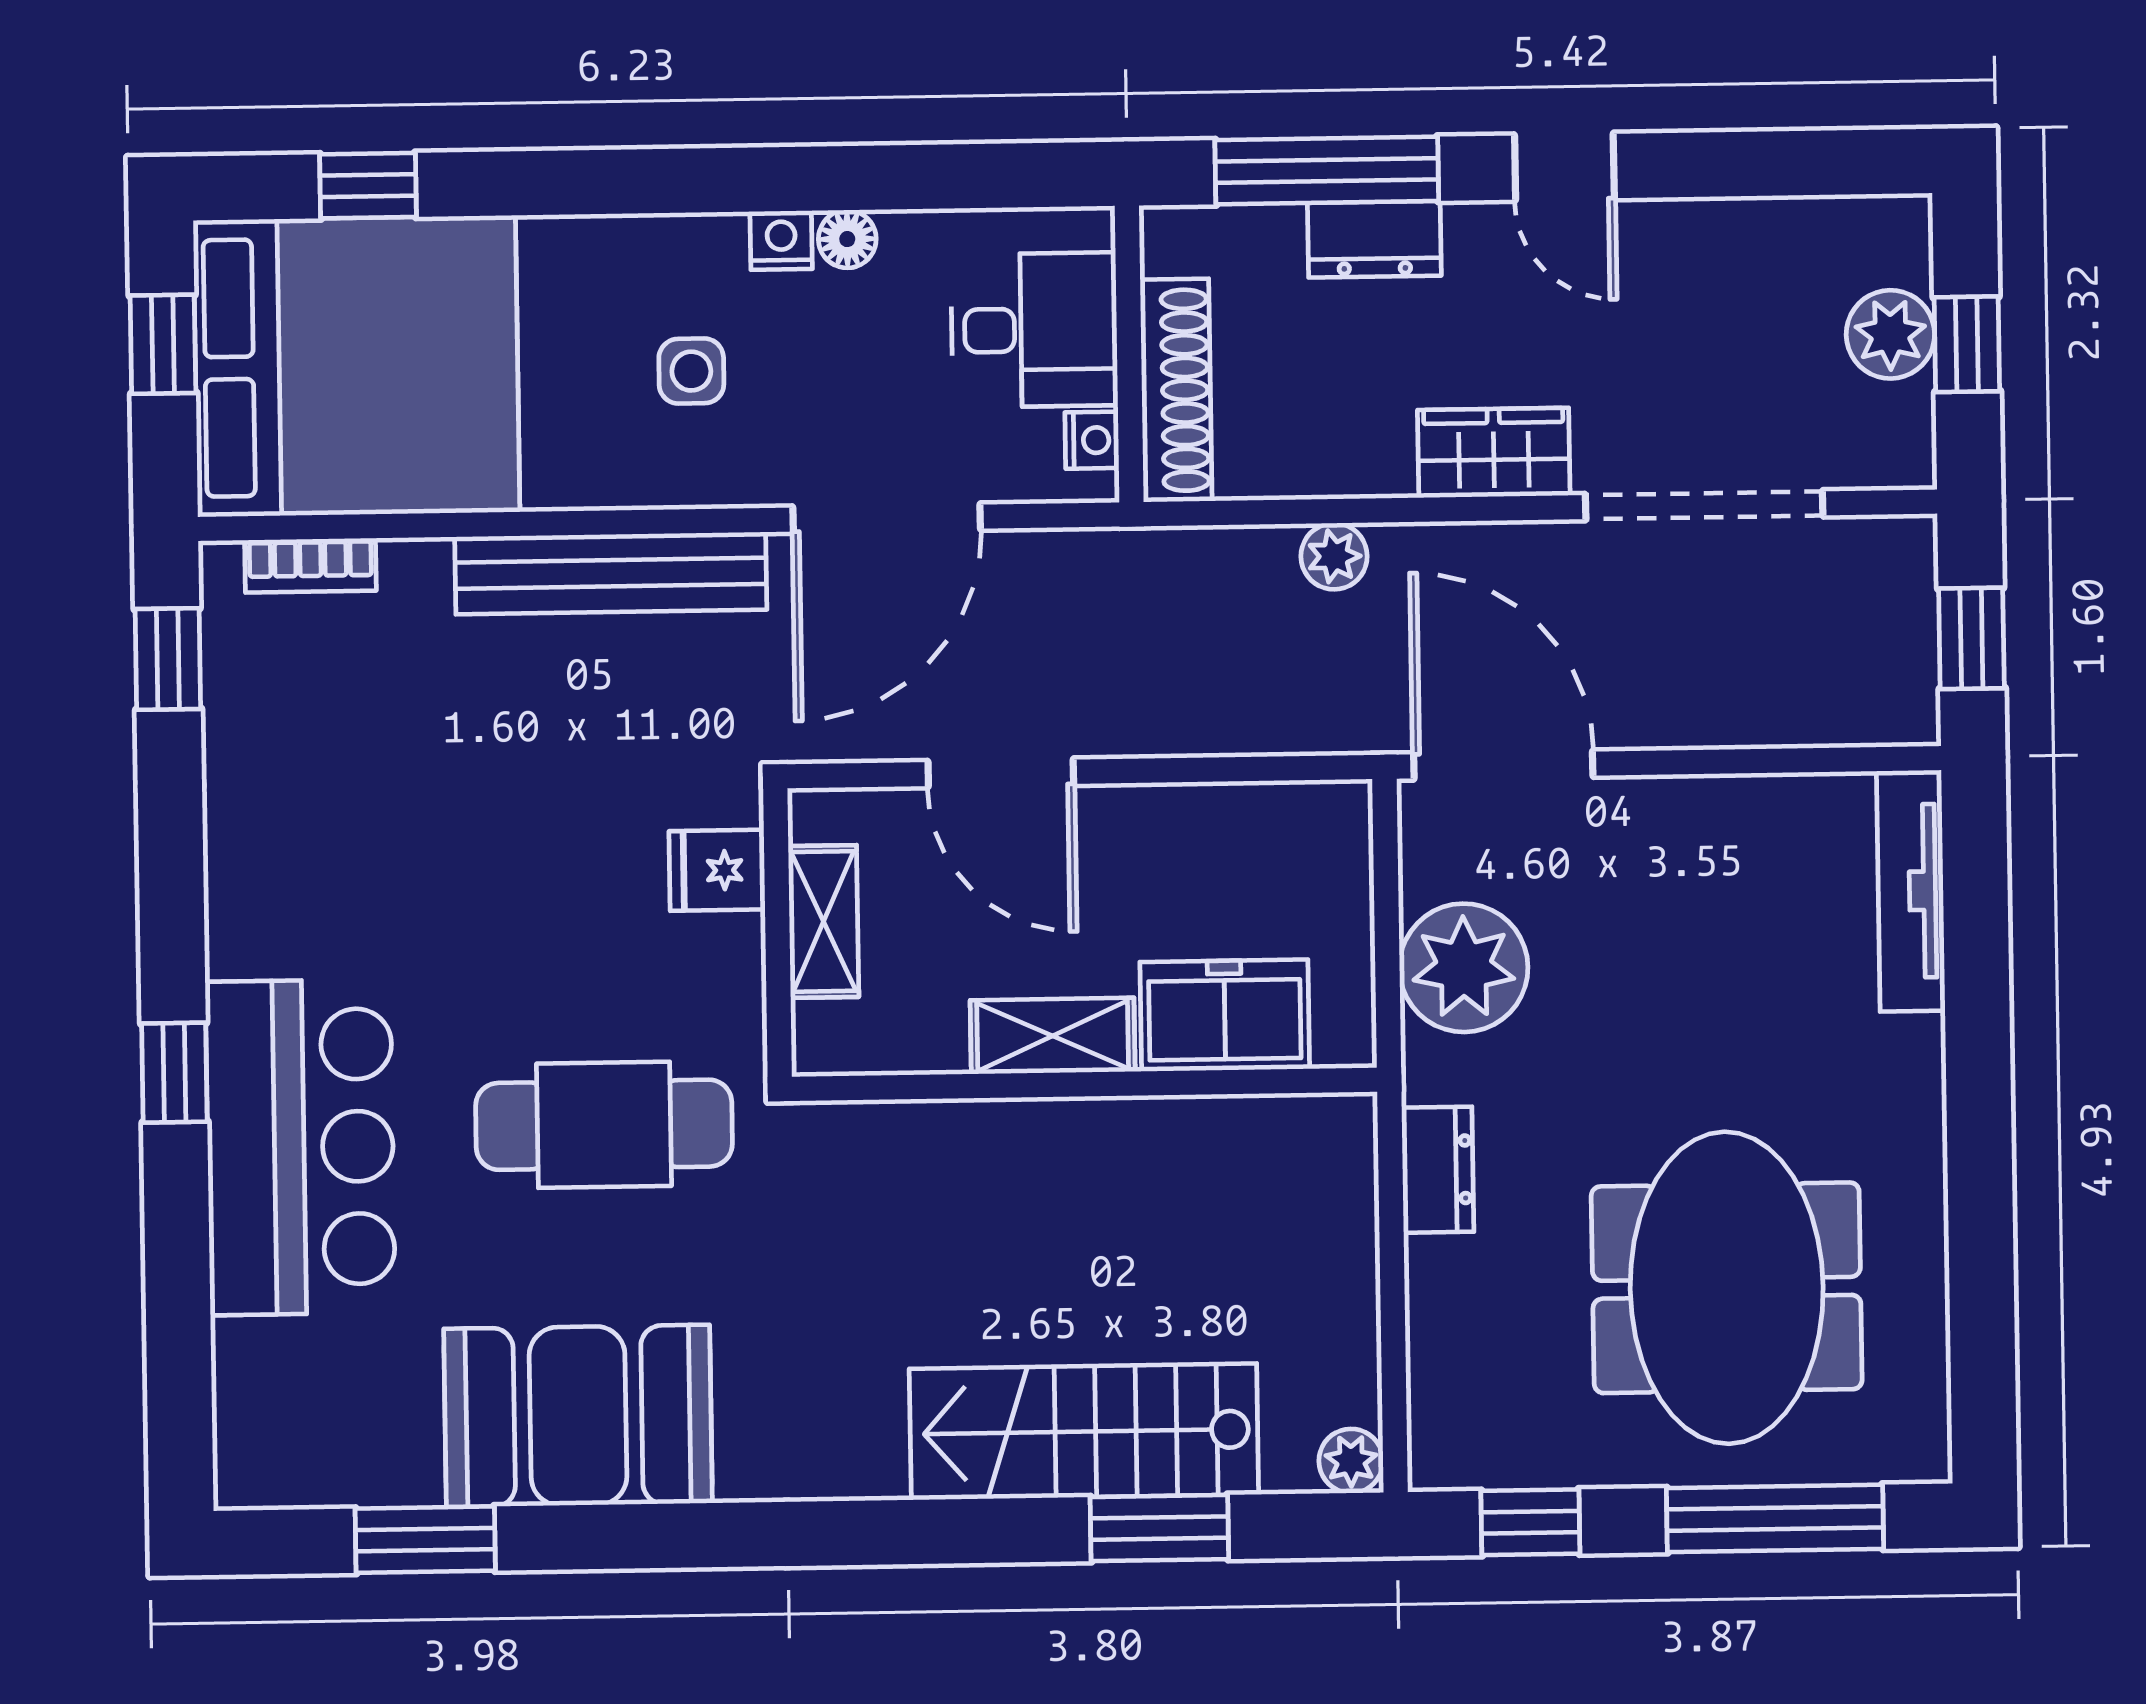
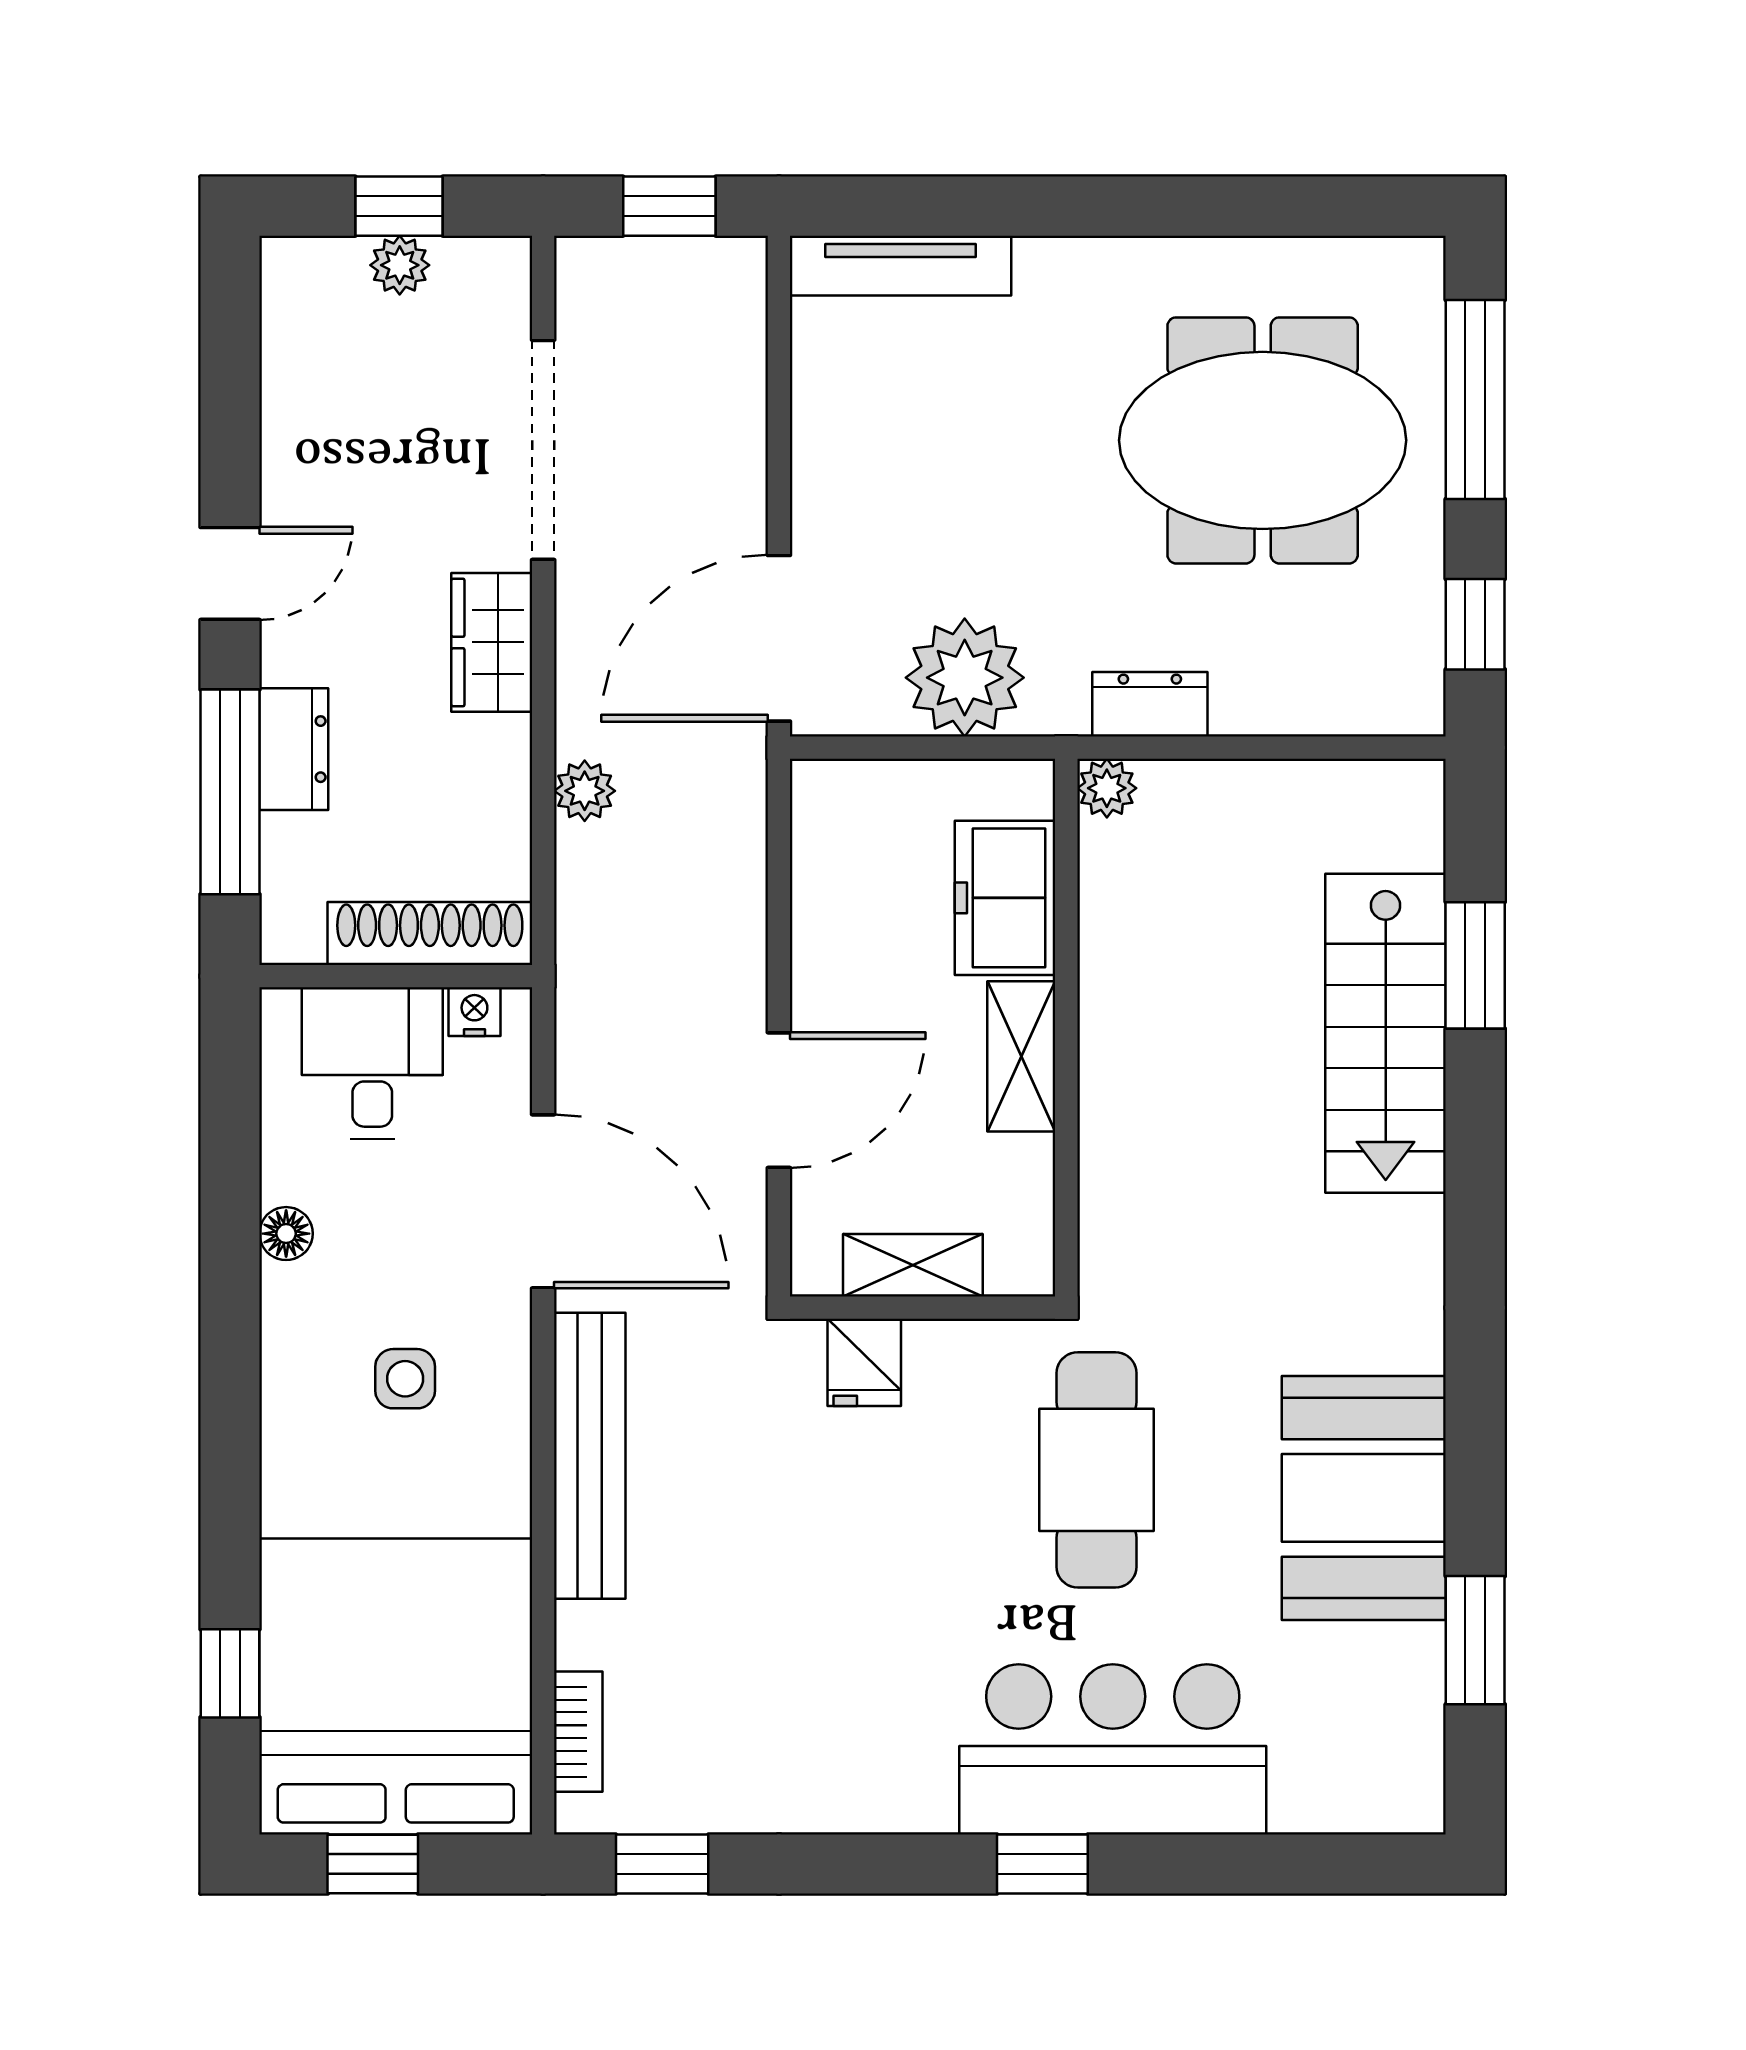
nightstand: (781, 240) -> (286, 1294), removed
plant: (1890, 334) -> (400, 265), width x0.73, depth x0.73
plant: (1351, 1461) -> (1107, 788), moved

